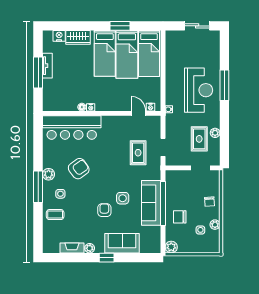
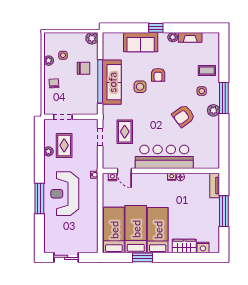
tv unit: (47, 66) -> (215, 185), moved
bar counter: (72, 127) -> (164, 157), moved

